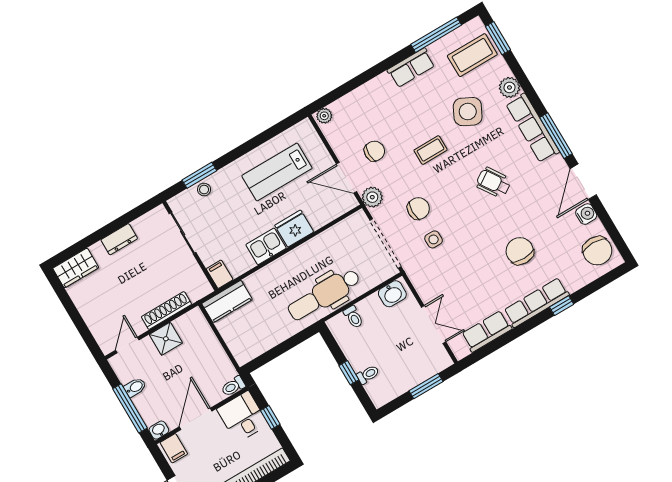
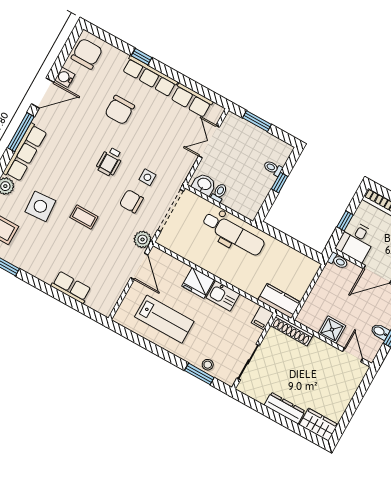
row of seats: (411, 68) -> (71, 287), moved
side table: (468, 112) -> (40, 206), turned -31
plant: (324, 116) -> (104, 308), removed
chair: (374, 151) -> (108, 257), removed
wheelchair: (494, 183) -> (110, 162), moved, turned 33
dresser: (119, 239) -> (285, 408), width x1.44
shoe rack: (166, 311) -> (292, 330), moved
toilet: (353, 317) -> (219, 193), moved
door: (127, 345) -> (353, 355), swing flipped

